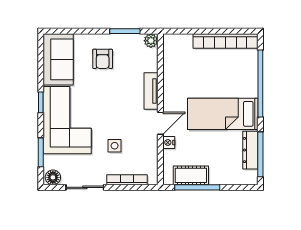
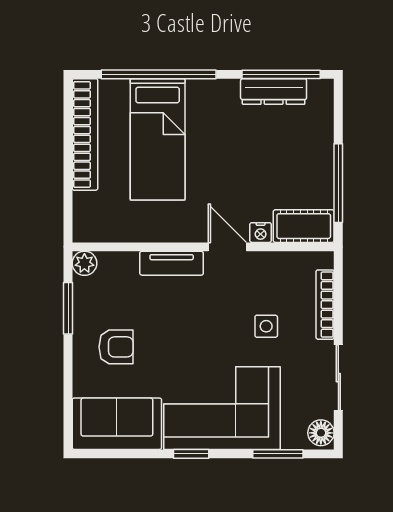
bed: (223, 114) -> (158, 139), moved
cot: (191, 175) -> (304, 226), moved, turned 90

